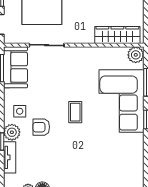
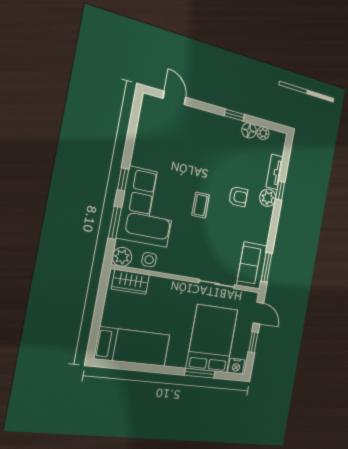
wardrobe: (117, 35) -> (130, 282), width x0.67
side table: (20, 111) -> (149, 260), moved

